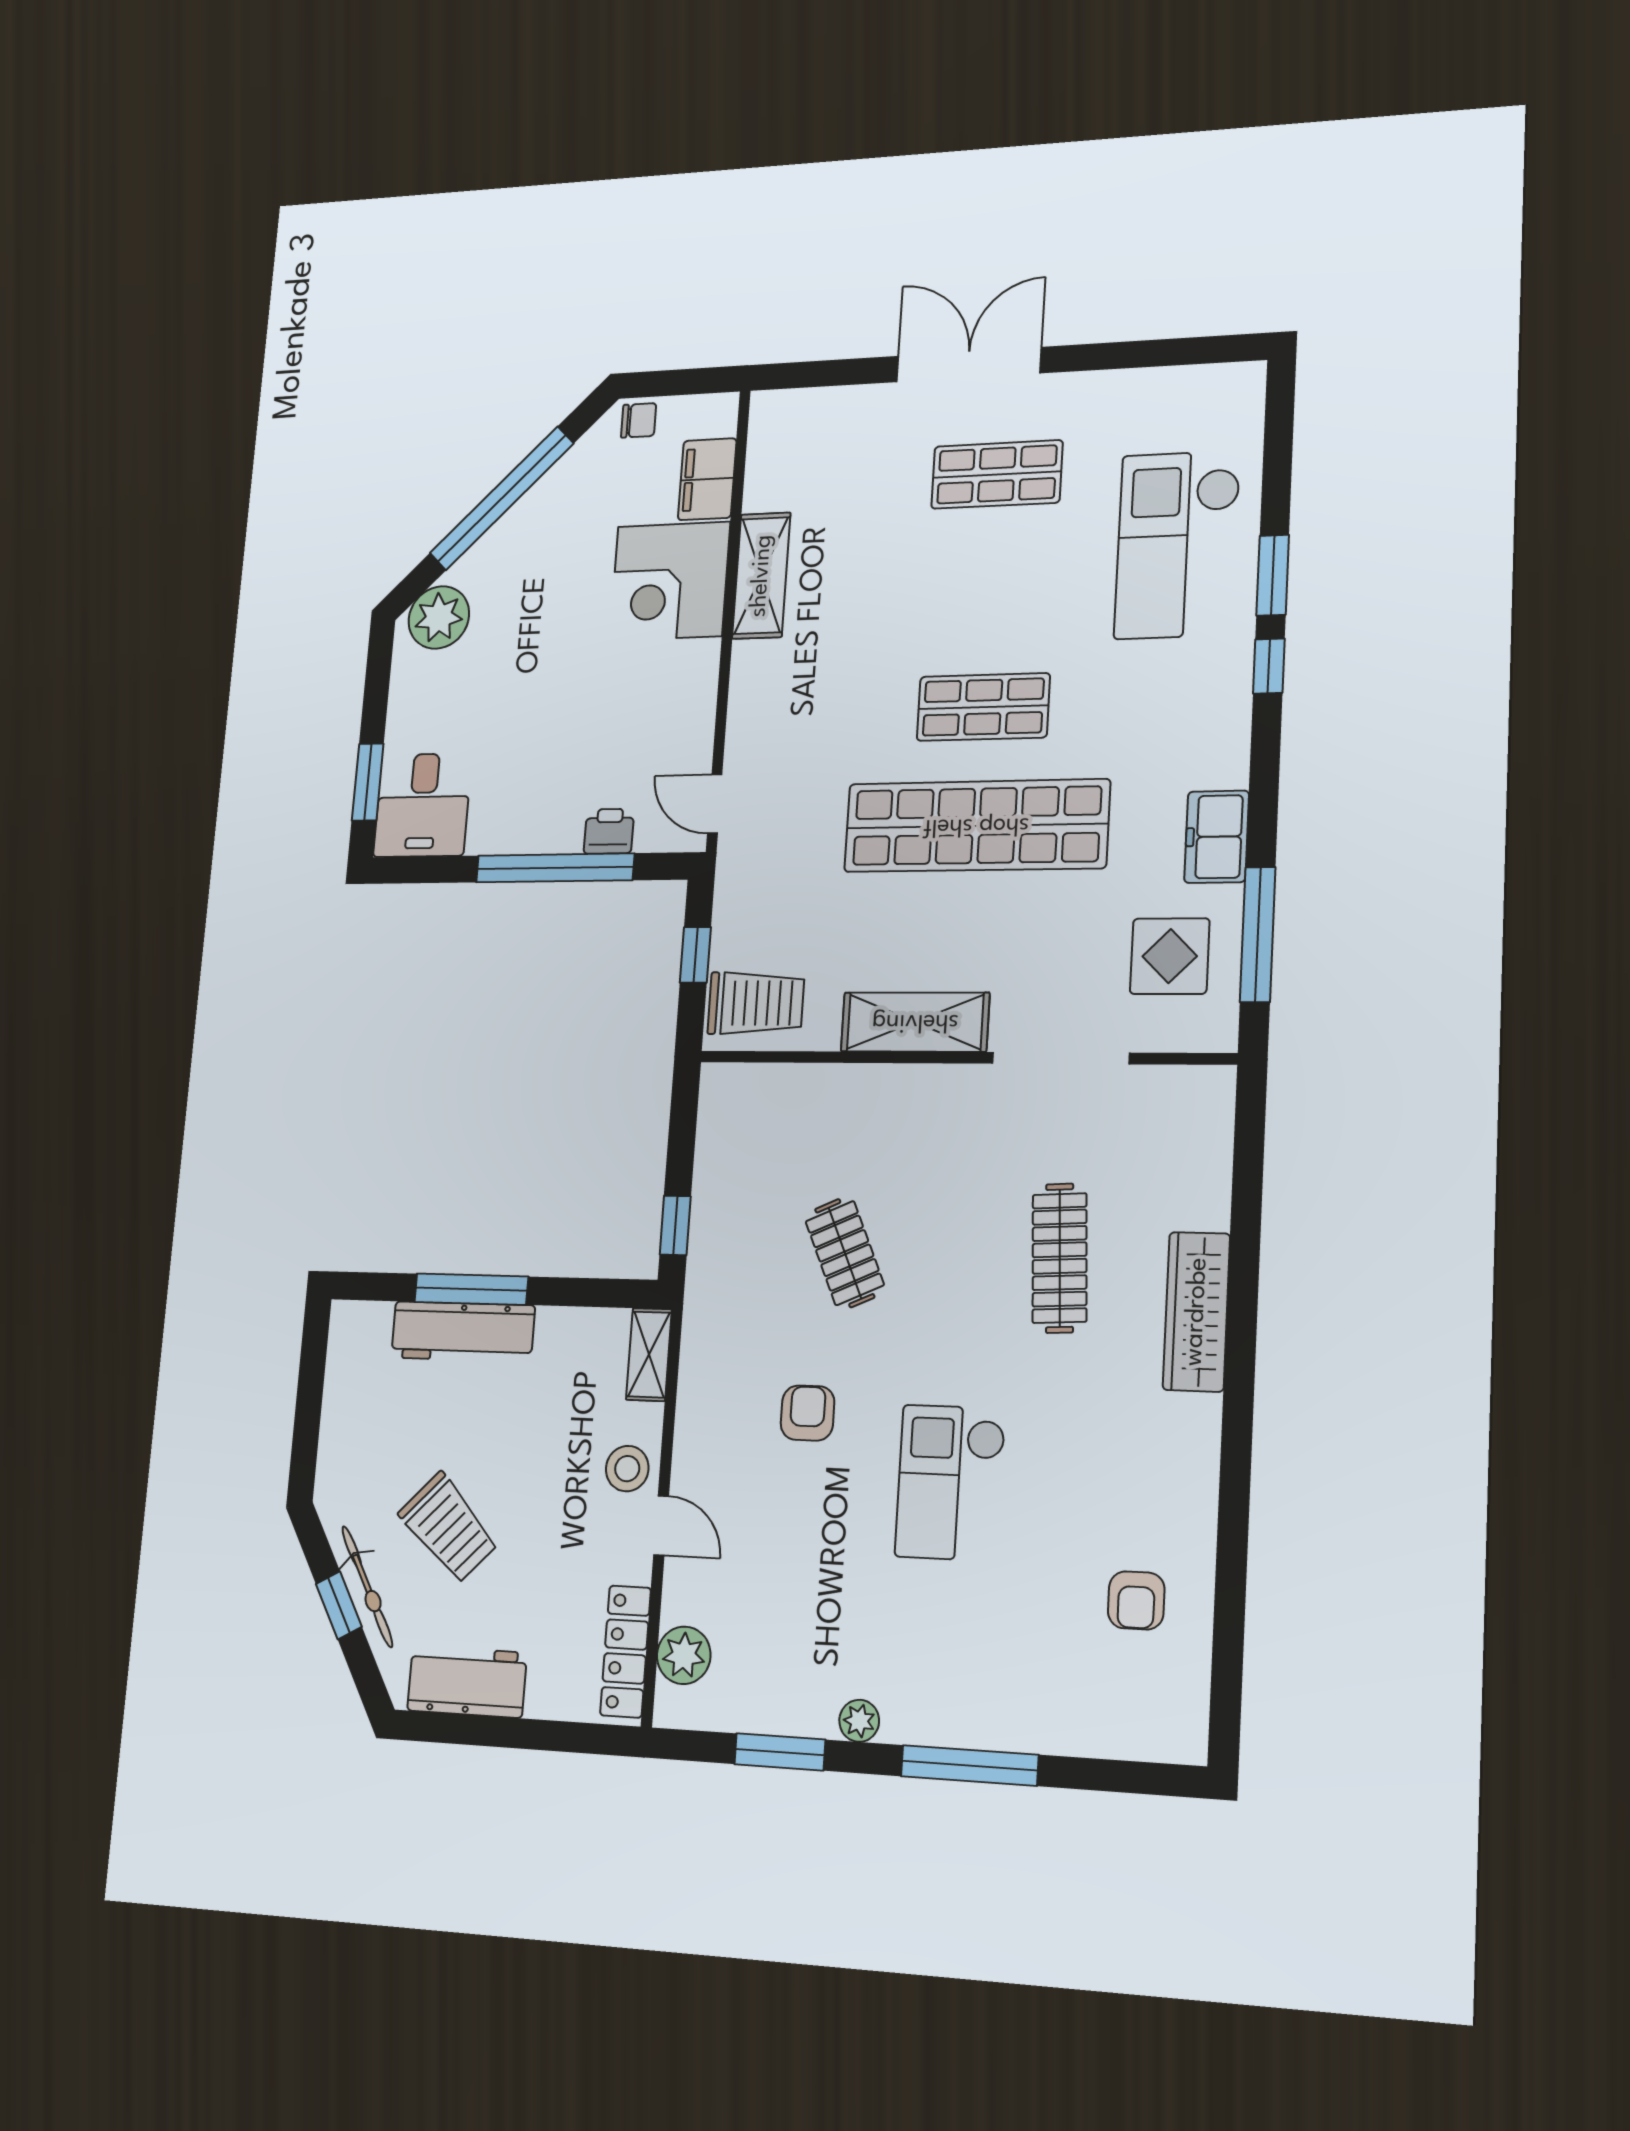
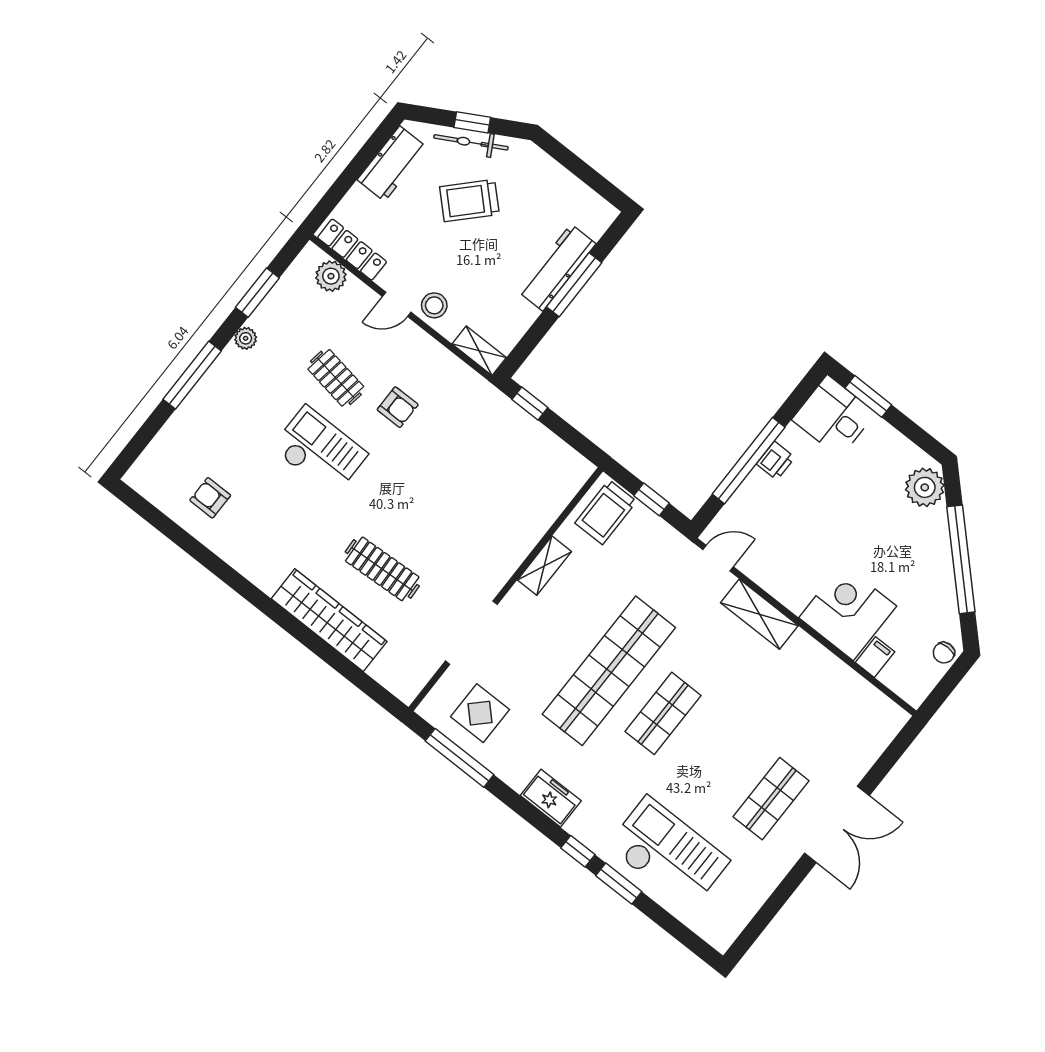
filing cabinet: (707, 479) -> (875, 657), width x0.50
shelving: (761, 576) -> (759, 614), moved
printer: (609, 831) -> (776, 461), moved
freezer: (1217, 837) -> (551, 798), moved
shelving: (915, 1022) -> (544, 566), width x0.67, depth x0.75
clothes rail: (845, 1253) -> (336, 378), moved, turned 33
wardrobe: (1196, 1312) -> (329, 620), width x1.40, depth x1.17

